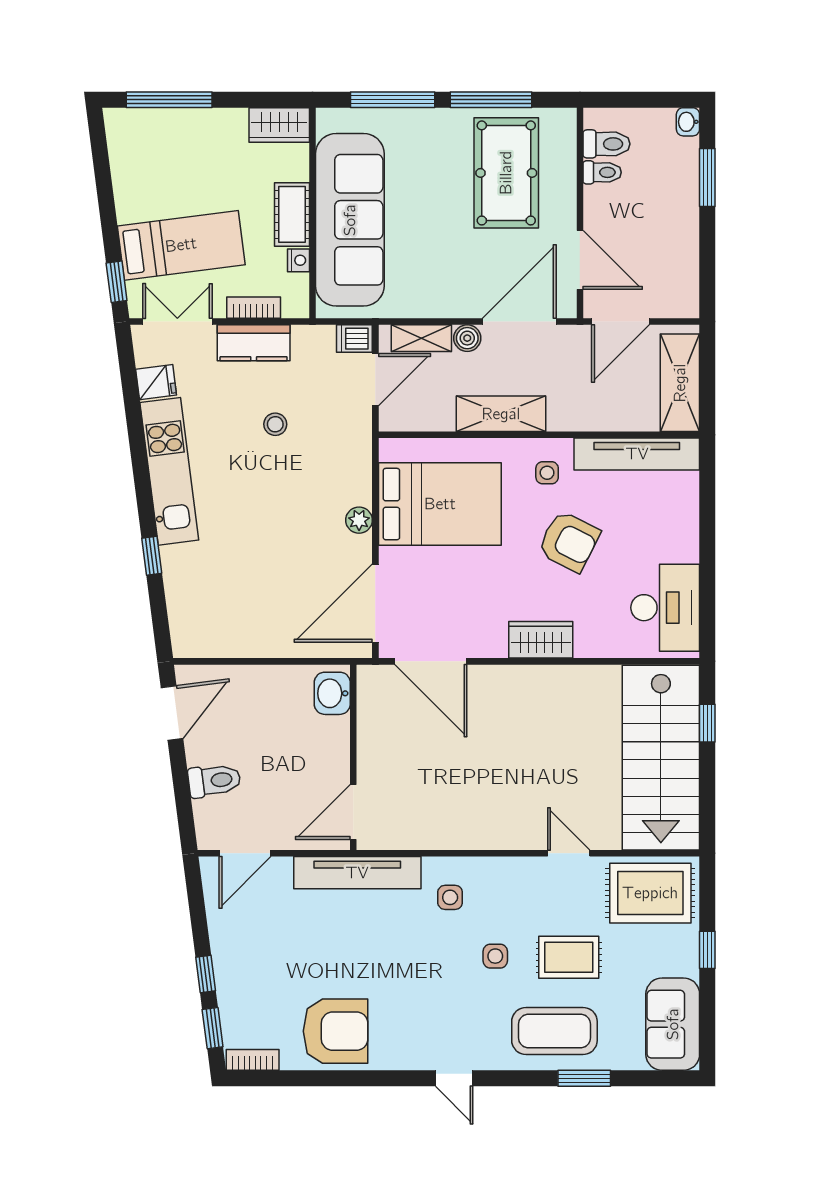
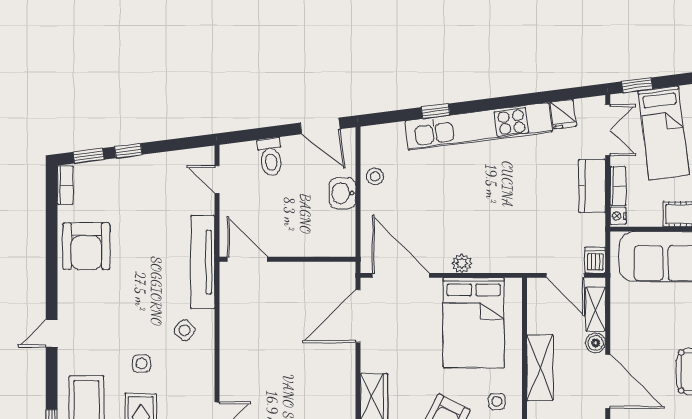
nightstand: (298, 260) -> (618, 216), moved, turned 90
stool: (275, 424) -> (375, 176), moved
kitchen unit: (169, 471) -> (479, 126), width x1.36
washbasin: (332, 693) -> (343, 193), moved, turned -90
door: (245, 853) -> (217, 180), width x0.73
side table: (450, 897) -> (185, 330), turned 38

